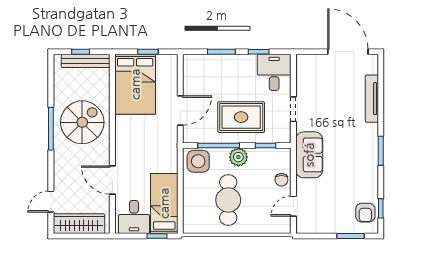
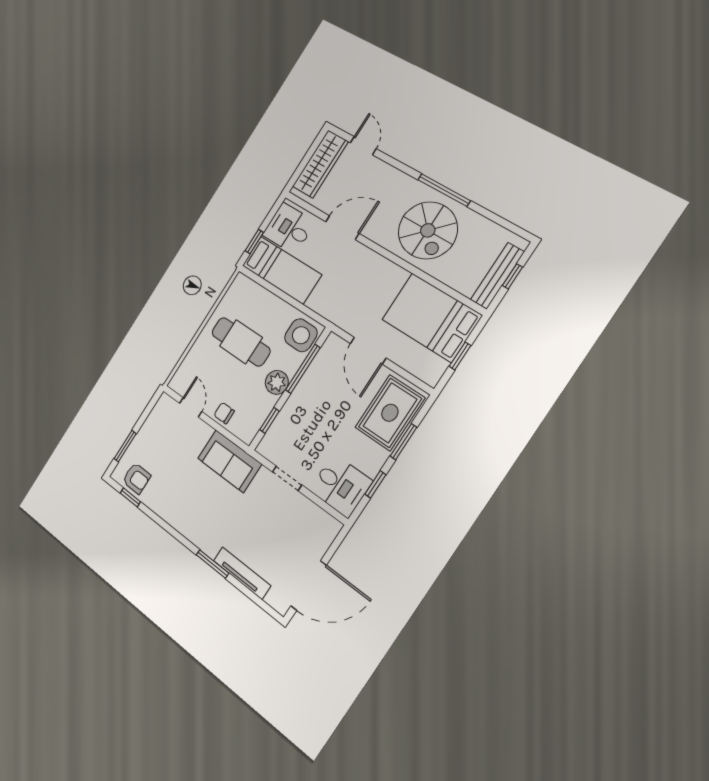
rug: (241, 117) -> (390, 413), moved
window: (381, 151) -> (213, 564), moved
armchair: (365, 213) -> (137, 478), turned 180

